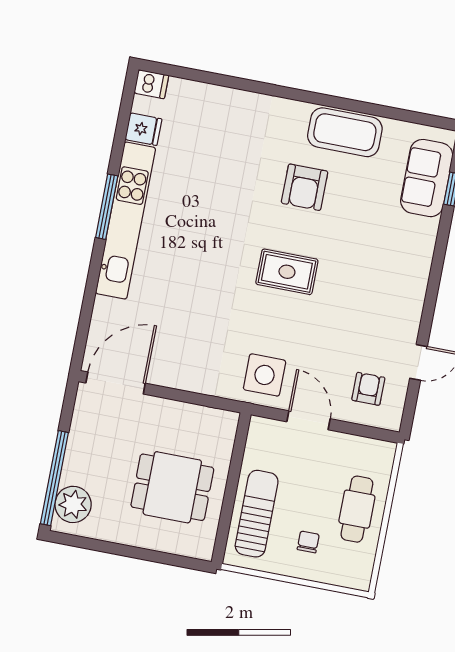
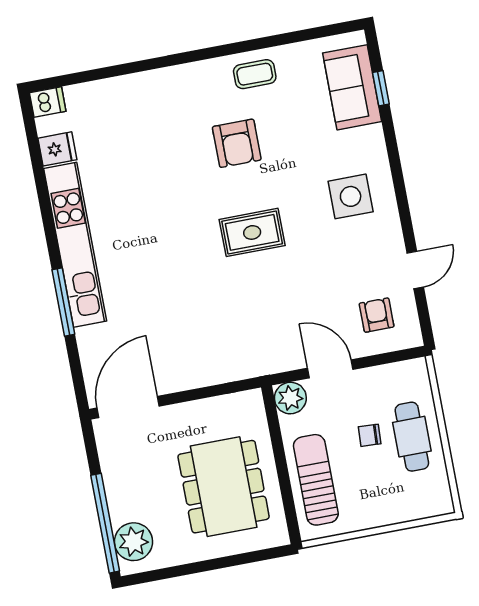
coffee table: (345, 132) -> (255, 74), width x0.54, depth x0.58
window: (107, 207) -> (63, 302), moved
side table: (265, 375) -> (351, 196), moved
plant: (263, 432) -> (290, 398), added
dining table: (172, 487) -> (224, 487), width x1.37
chair: (308, 542) -> (370, 435), moved, turned -87

